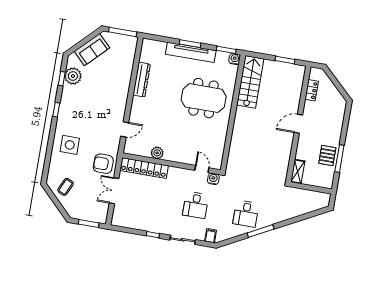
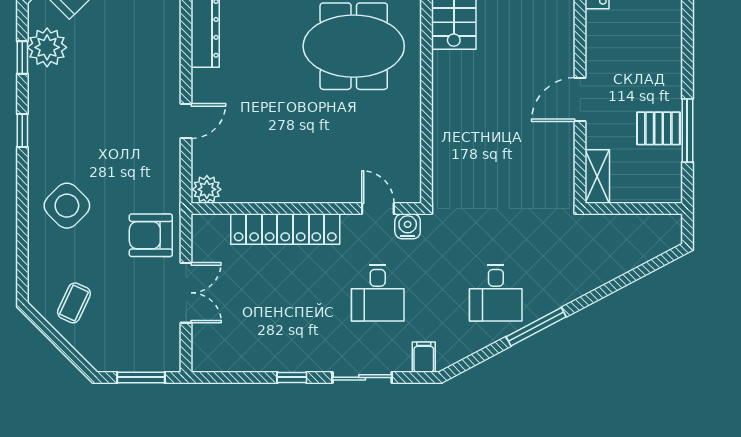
door: (298, 124) -> (580, 99), moved
door: (125, 129) -> (186, 121), moved
side table: (70, 145) -> (67, 206), turned 45
plant: (157, 153) -> (207, 189), moved
pallet: (327, 156) -> (658, 128), turned 90
locker: (144, 168) -> (285, 229), moved
double door: (114, 191) -> (186, 293), swing flipped

